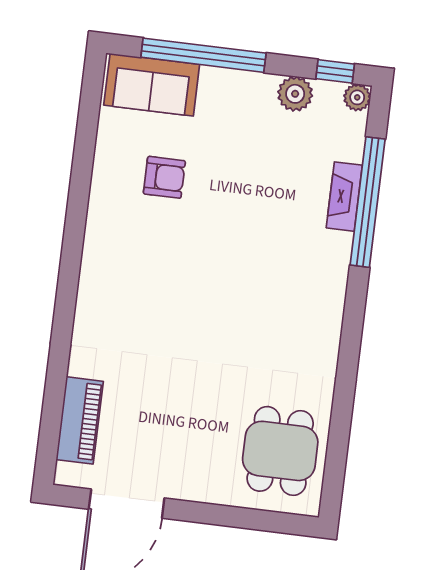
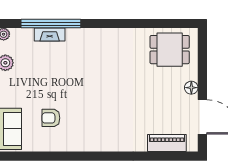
armchair: (164, 177) -> (51, 118), turned -90
floor lamp: (192, 487) -> (191, 88), added

